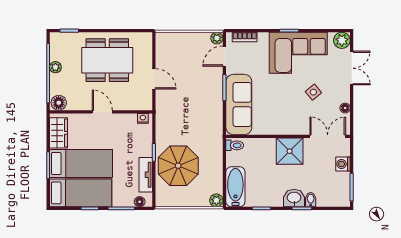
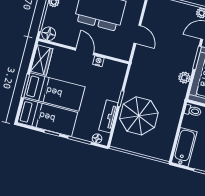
nightstand: (143, 118) -> (98, 61), moved
plant: (216, 200) -> (184, 78), moved

